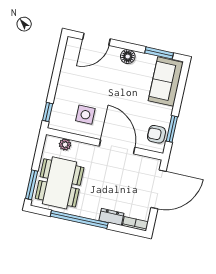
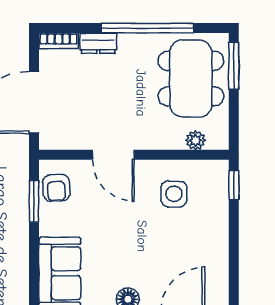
armchair: (156, 134) -> (56, 188), turned 87
door: (117, 147) -> (113, 155), width x0.73

